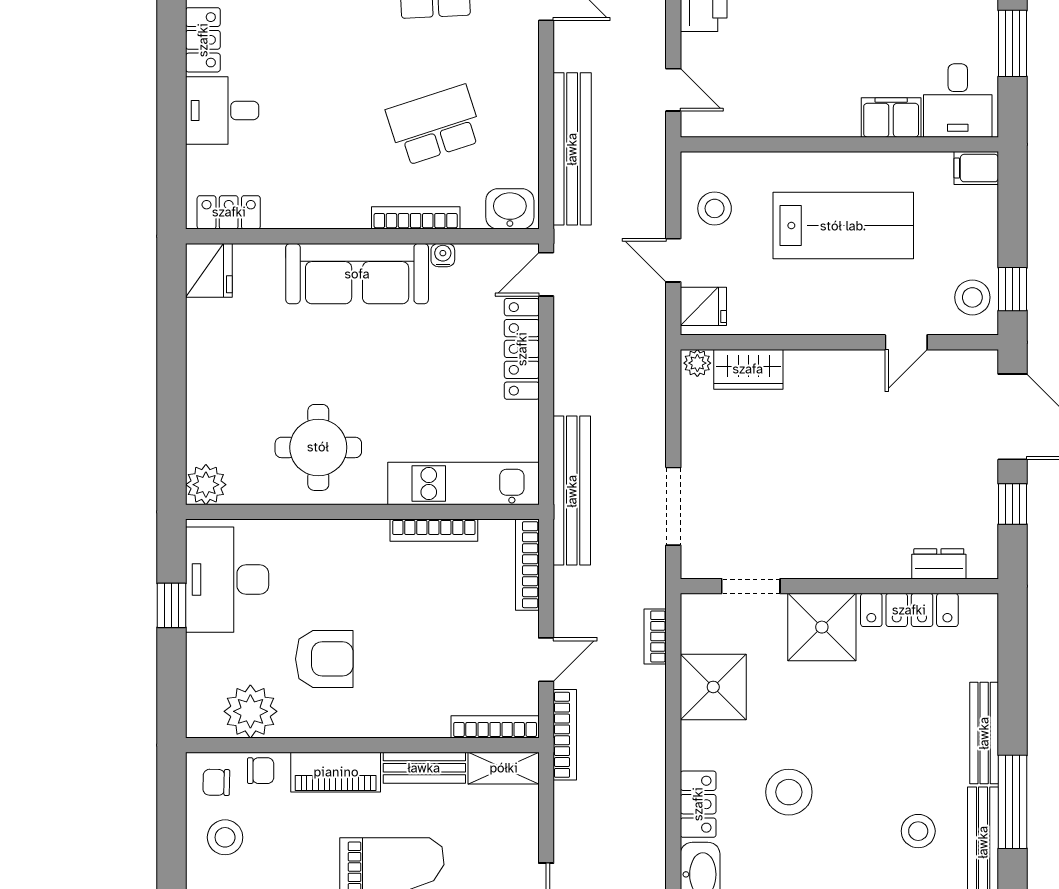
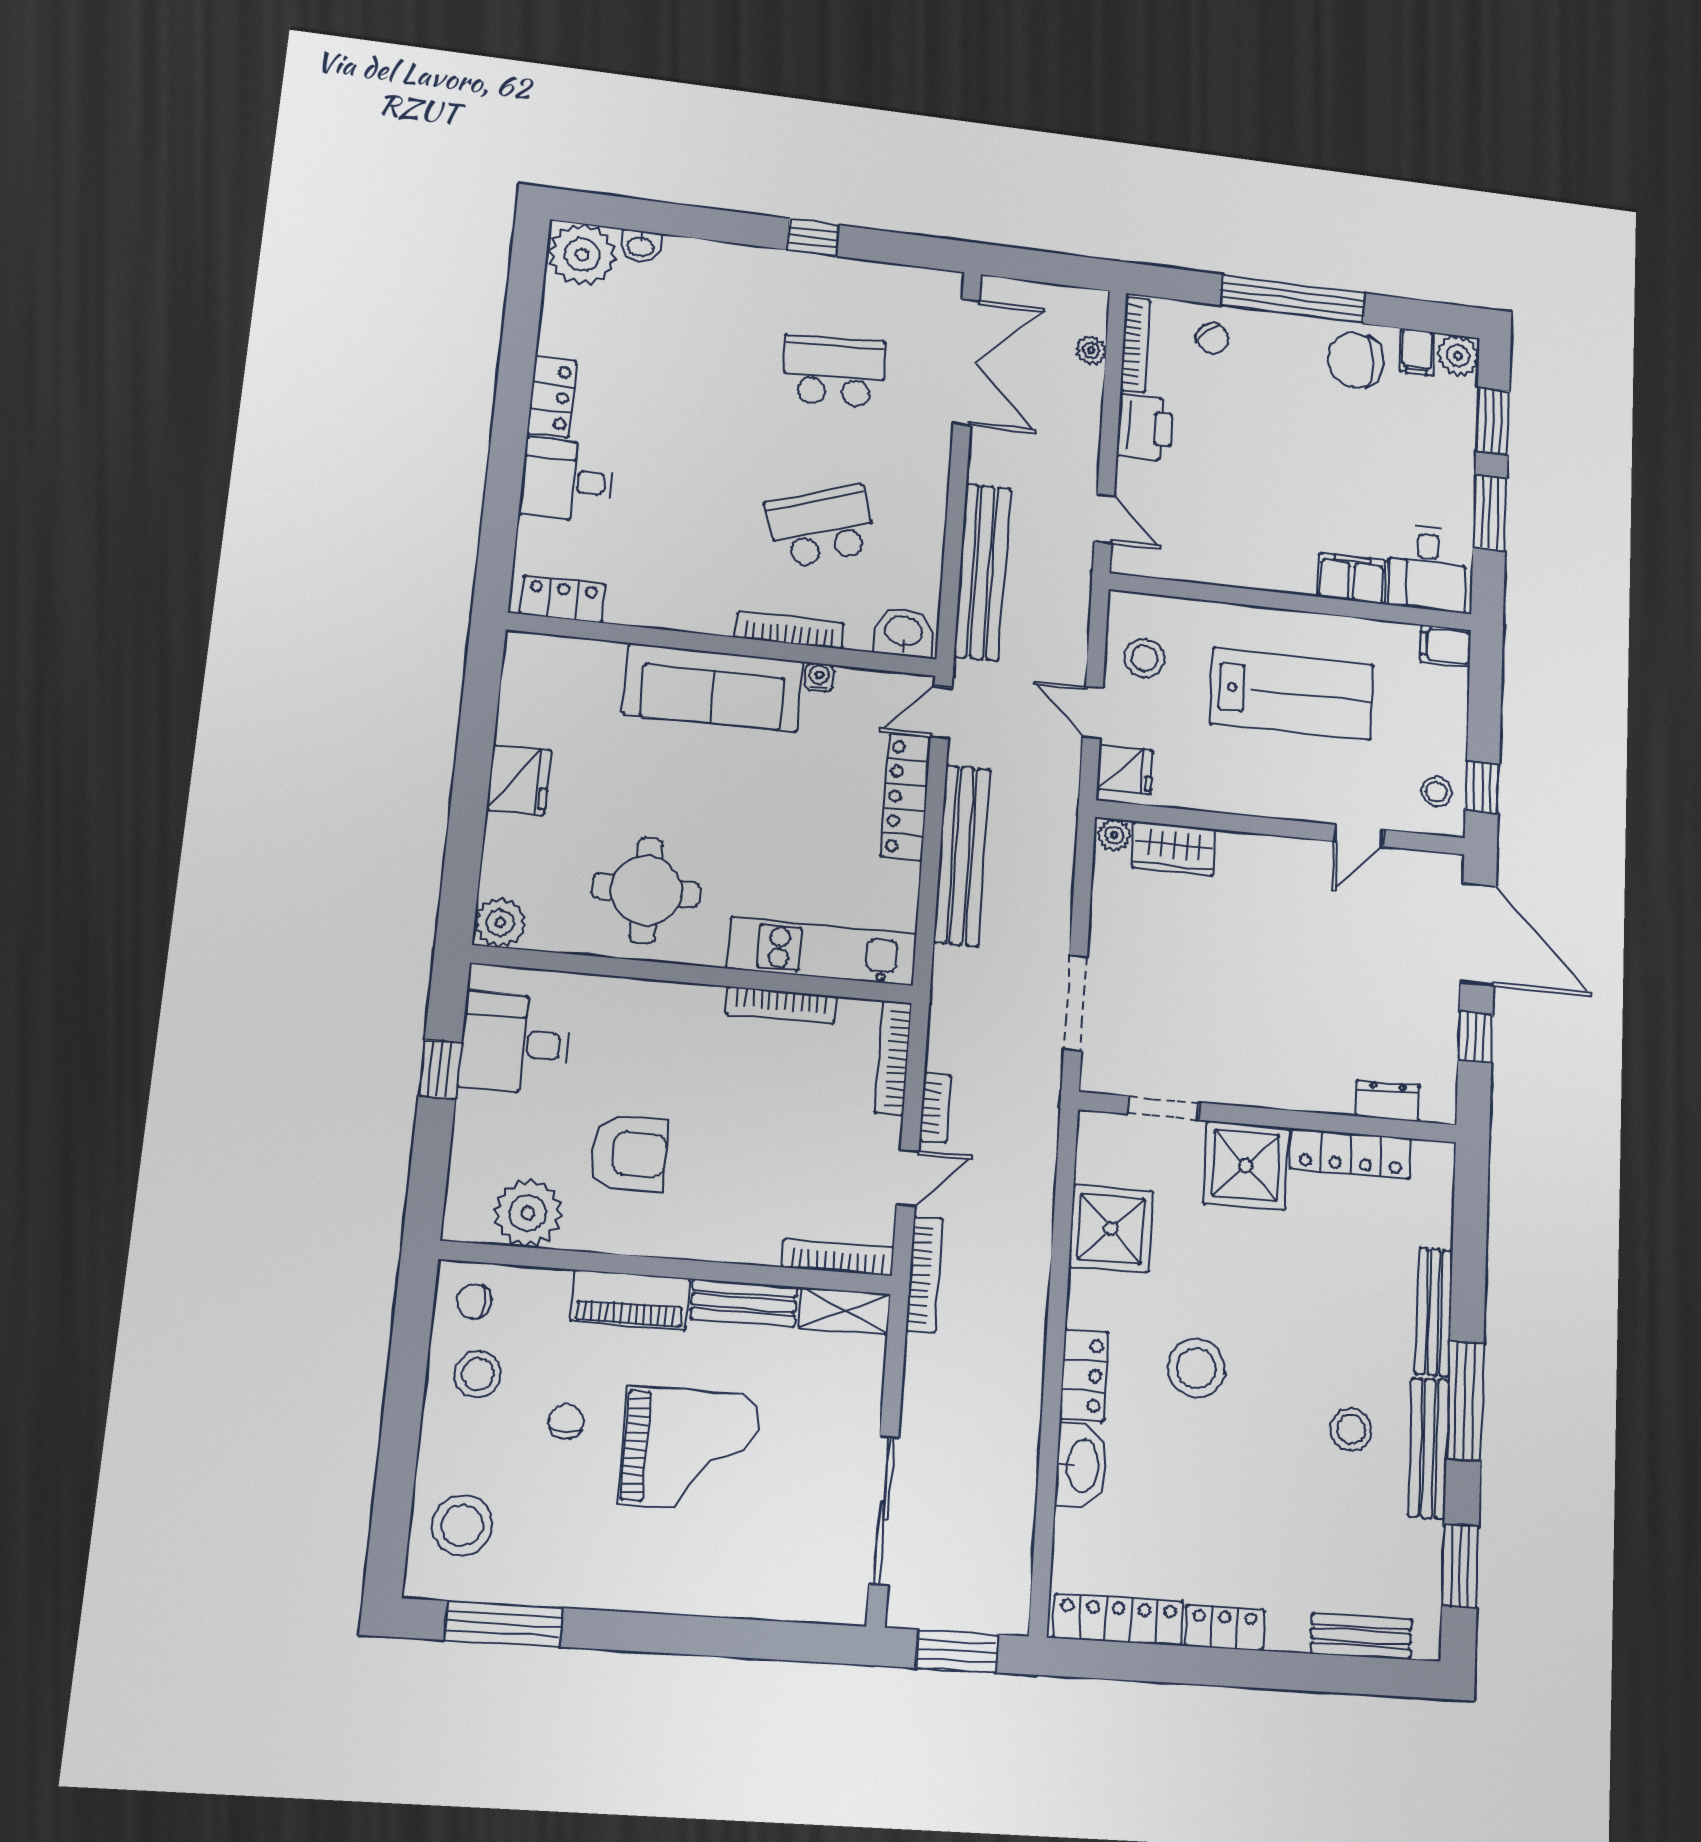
fridge: (209, 270) -> (519, 780), moved
stool: (972, 297) -> (1437, 792), width x0.73, depth x0.73
bench: (572, 491) -> (962, 856), moved
desk: (227, 580) -> (515, 1043), width x0.73
bookcase: (655, 636) -> (935, 1108), moved, turned 180
chair: (261, 771) -> (566, 1422), moved, turned -90

